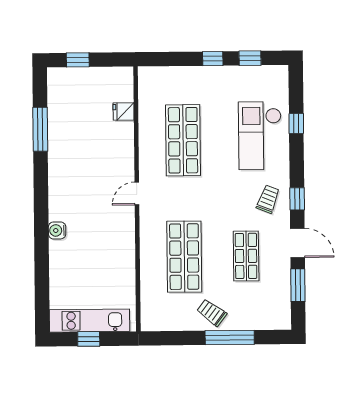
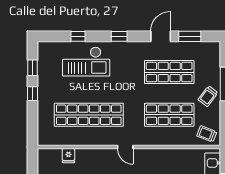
shop shelf: (183, 140) -> (89, 115), width x1.40
trolley: (268, 199) -> (207, 134), moved
window: (297, 199) -> (119, 36), moved
shop shelf: (246, 256) -> (169, 72), width x1.43, depth x1.36

